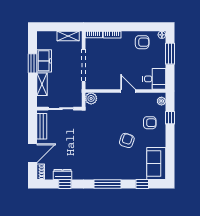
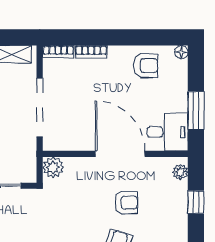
window: (170, 54) -> (196, 111), moved
door: (128, 91) -> (120, 154), width x1.88
armchair: (150, 123) -> (126, 203), moved

